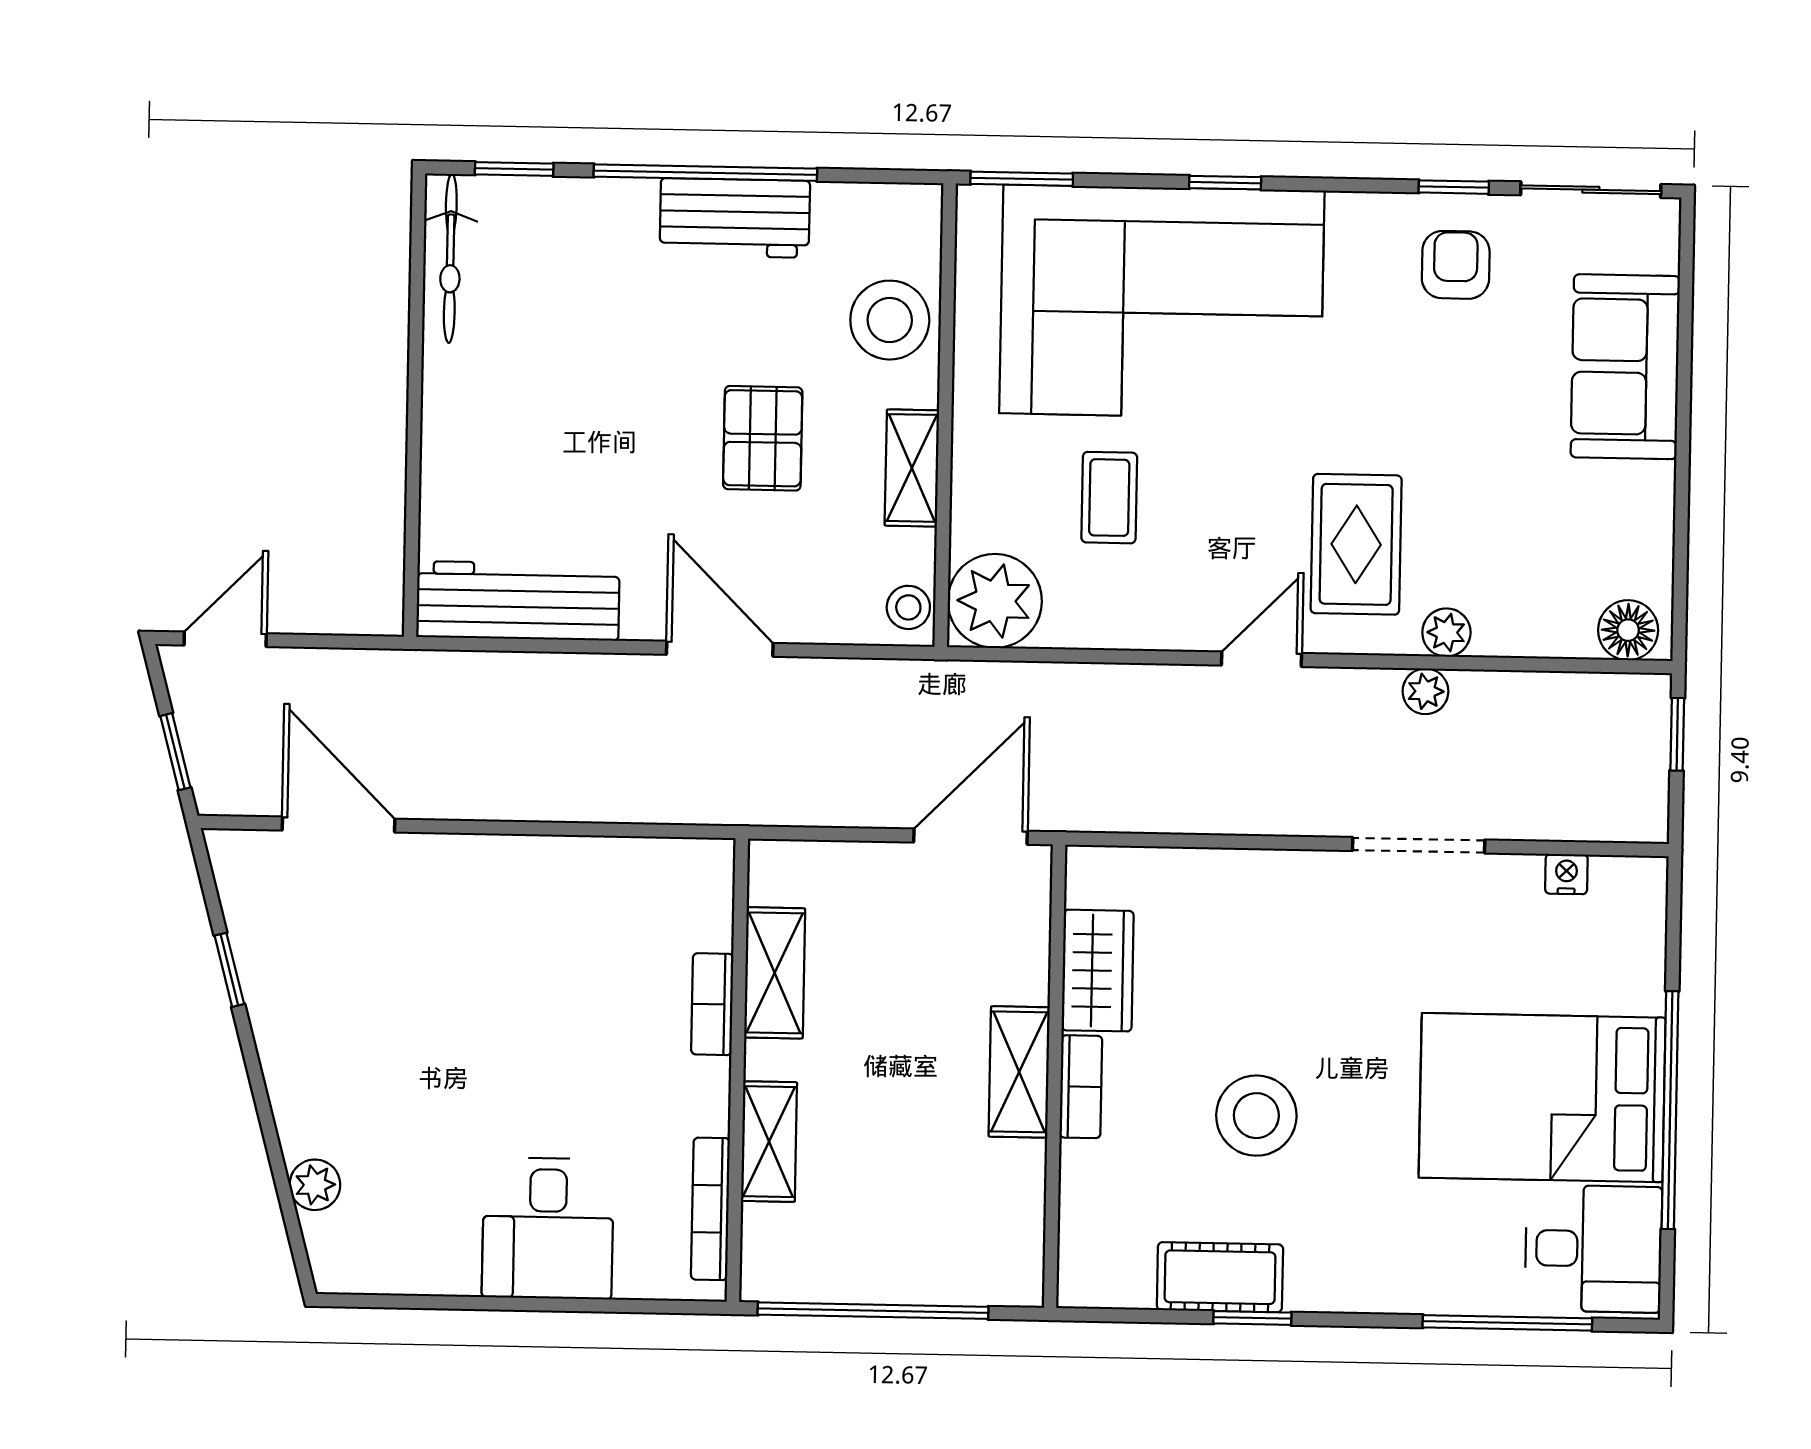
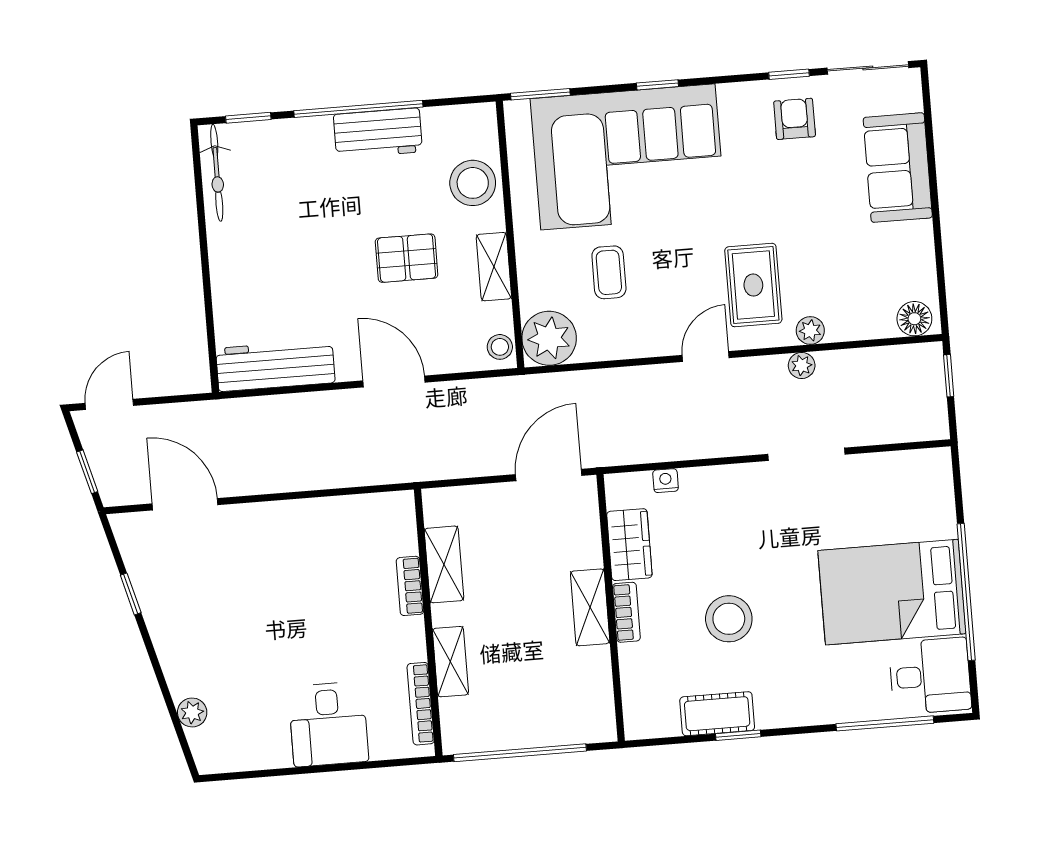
pallet: (763, 438) -> (407, 258), turned 90
nightstand: (1566, 874) -> (666, 481), moved

